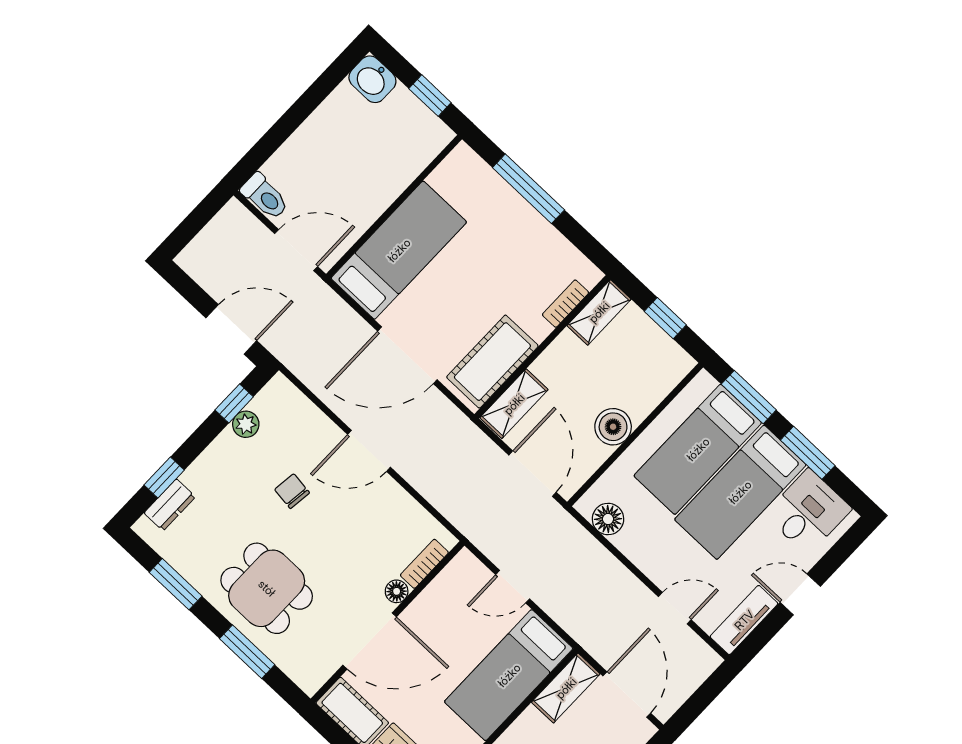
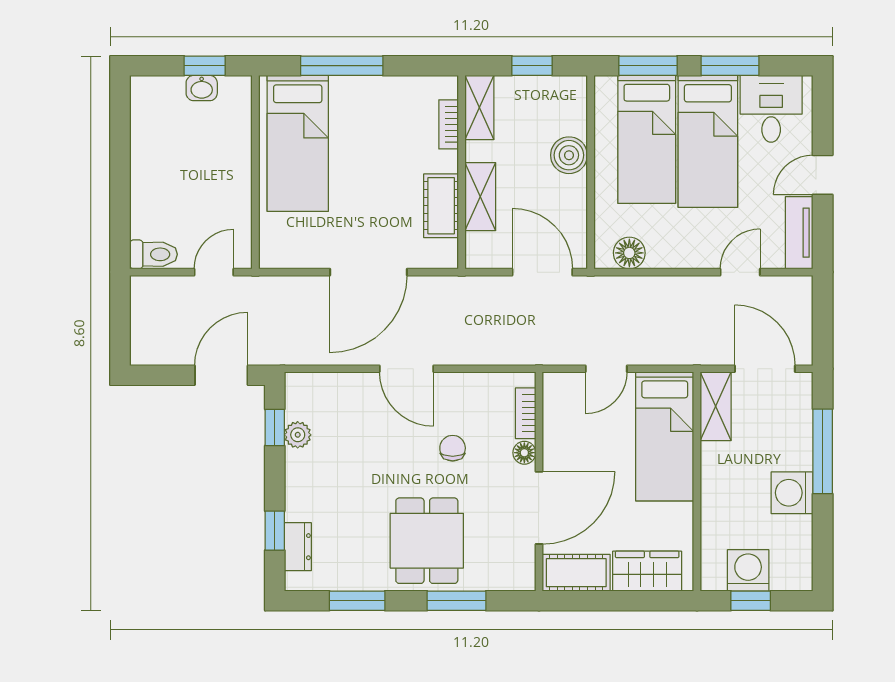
washbasin: (372, 79) -> (202, 88), moved, width x0.72, depth x0.69
door: (296, 250) -> (214, 272), width x0.73
bed: (399, 250) -> (298, 143), moved, turned 180
cot: (492, 362) -> (441, 206), width x0.73, depth x0.75
shelving: (514, 404) -> (480, 197), moved
boiler: (613, 427) -> (569, 155), moved
door: (369, 451) -> (407, 369), hinge flipped
chair: (292, 491) -> (453, 448), moved, turned 83
dining table: (267, 588) -> (427, 541), turned 90

